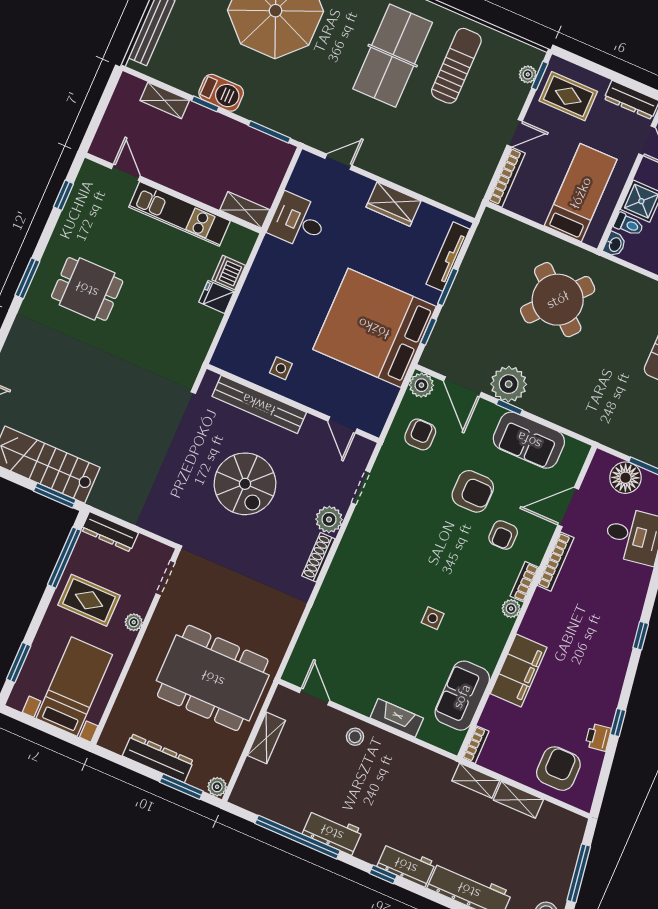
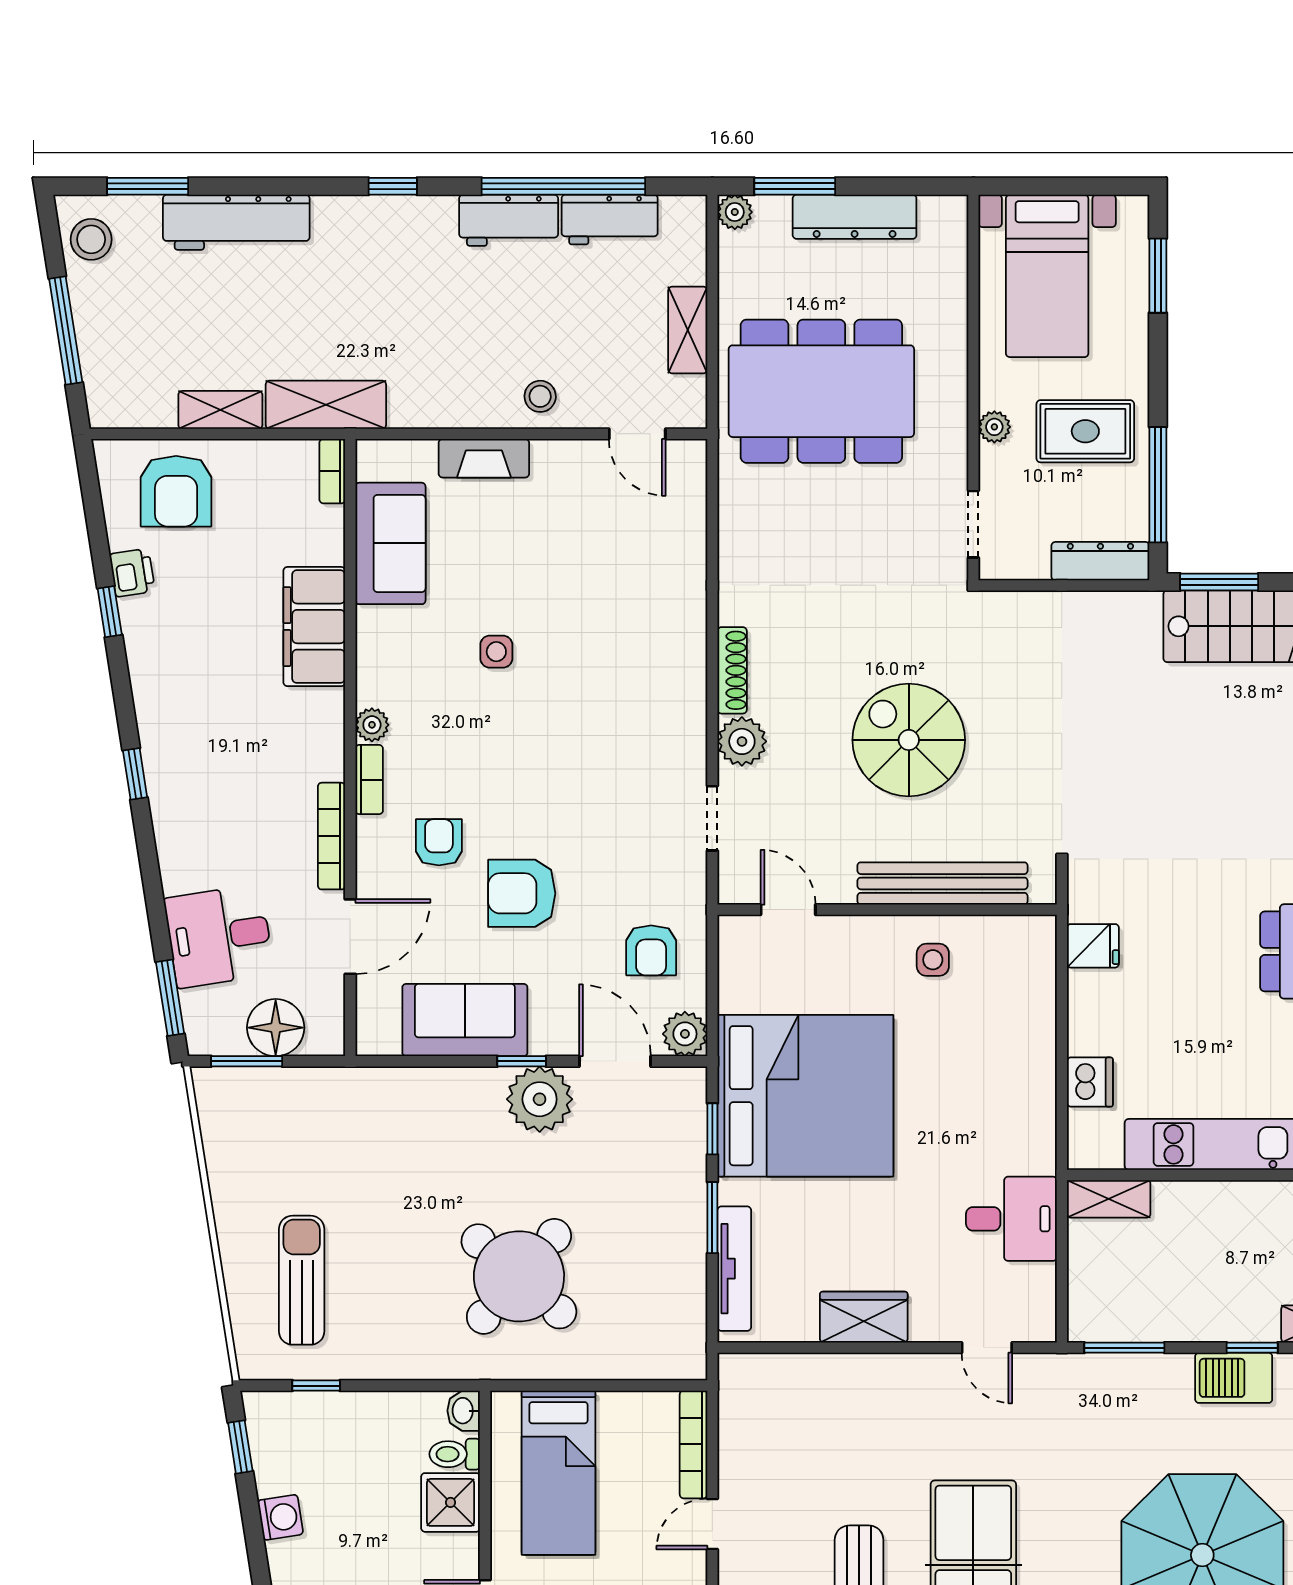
door: (338, 162) -> (987, 1348), hinge flipped
fridge: (216, 297) -> (1093, 946), moved
shelving: (476, 781) -> (326, 405), width x1.50, depth x1.33
workbench: (406, 865) -> (610, 220), moved

